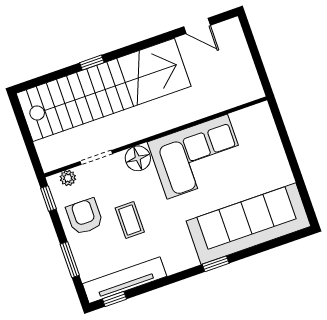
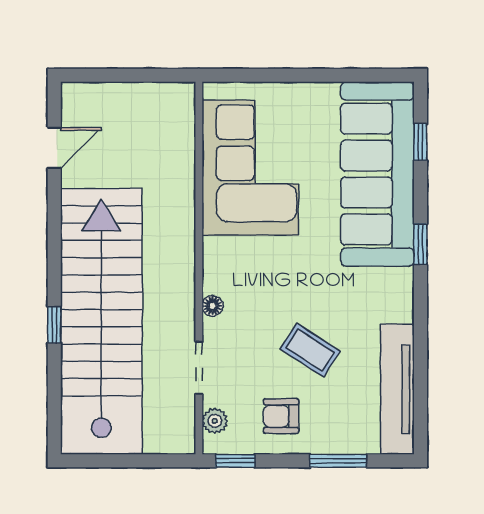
corner sofa: (197, 157) -> (250, 168), moved
floor lamp: (138, 158) -> (213, 306), width x0.53, depth x0.53
armchair: (84, 216) -> (281, 416), width x0.72, depth x0.72
coffee table: (130, 220) -> (310, 350), turned 33
window: (114, 299) -> (420, 142), moved

